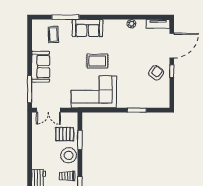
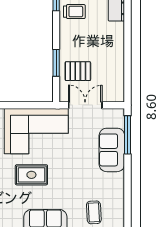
sofa: (41, 67) -> (112, 150), moved
double door: (48, 110) -> (85, 105), moved
stool: (69, 155) -> (72, 41), removed

